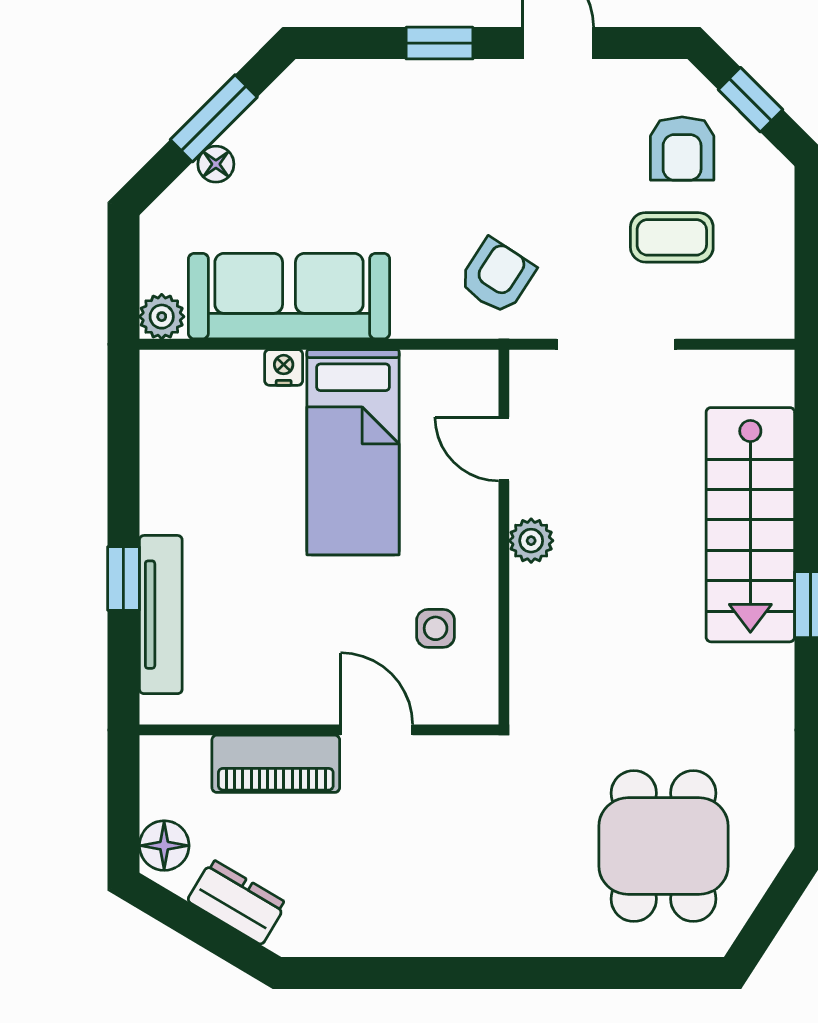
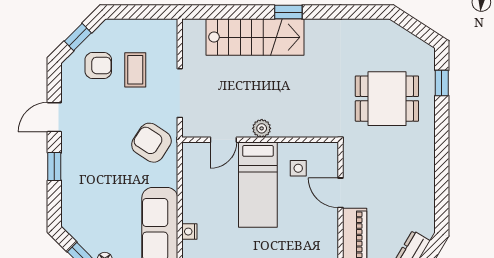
armchair: (497, 276) -> (151, 143), width x1.38, depth x1.38
bed: (353, 452) -> (258, 185), moved, turned 90
door: (377, 730) -> (341, 193), hinge flipped
dining table: (664, 846) -> (387, 99), moved
window: (640, 973) -> (442, 83), added

